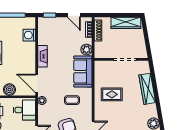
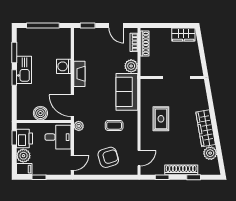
wardrobe: (126, 23) -> (183, 34), width x0.67
washing machine: (29, 35) -> (64, 66), moved
wardrobe: (147, 89) -> (206, 128), moved
rug: (112, 94) -> (161, 119), turned 90

